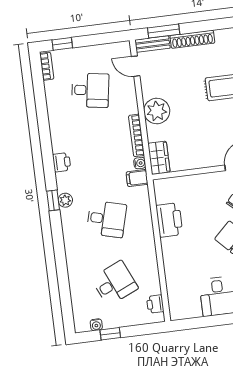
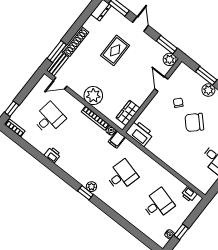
wardrobe: (159, 158) -> (128, 113), moved, turned -90
printer: (62, 162) -> (52, 155), moved
printer: (169, 220) -> (140, 133), moved
desk: (115, 283) -> (158, 204), turned 39

